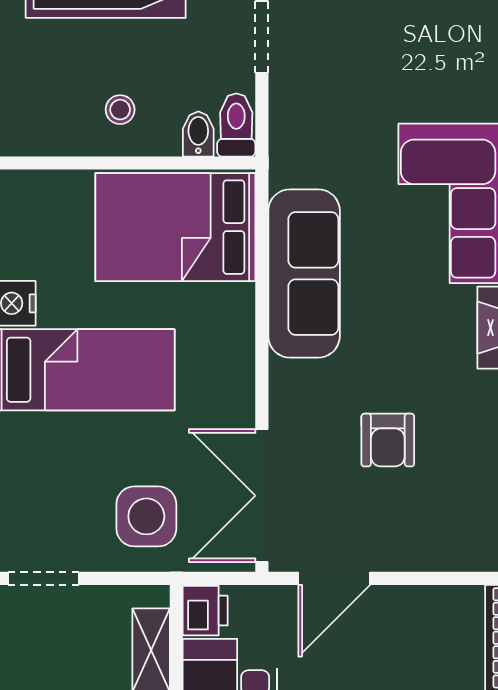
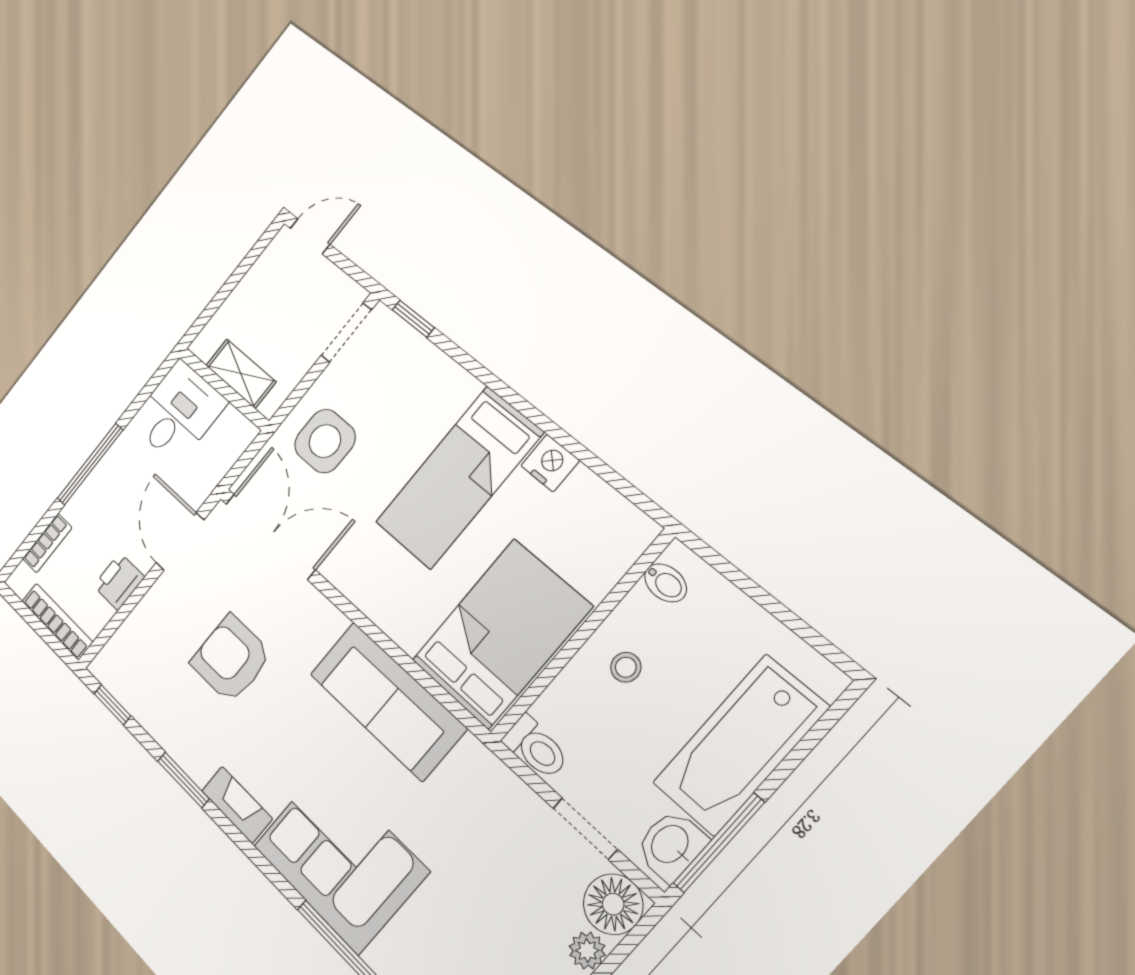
bidet: (198, 134) -> (666, 583), moved
armchair: (388, 440) -> (231, 659), width x1.38, depth x1.38
printer: (205, 611) -> (119, 581), moved, turned 90

